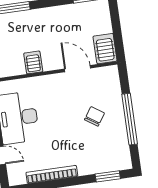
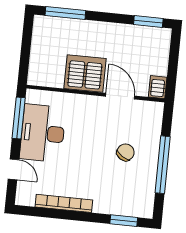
server rack: (105, 49) -> (158, 87), width x0.73, depth x0.70
server rack: (33, 62) -> (85, 74), width x2.18, depth x1.44

